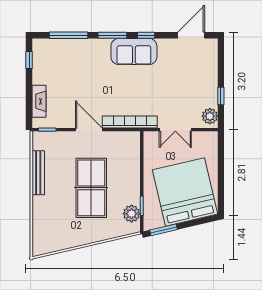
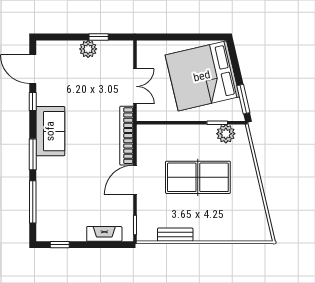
window: (146, 35) -> (33, 101), moved
plant: (210, 116) -> (88, 49), moved
bench: (38, 173) -> (175, 235), width x0.73

